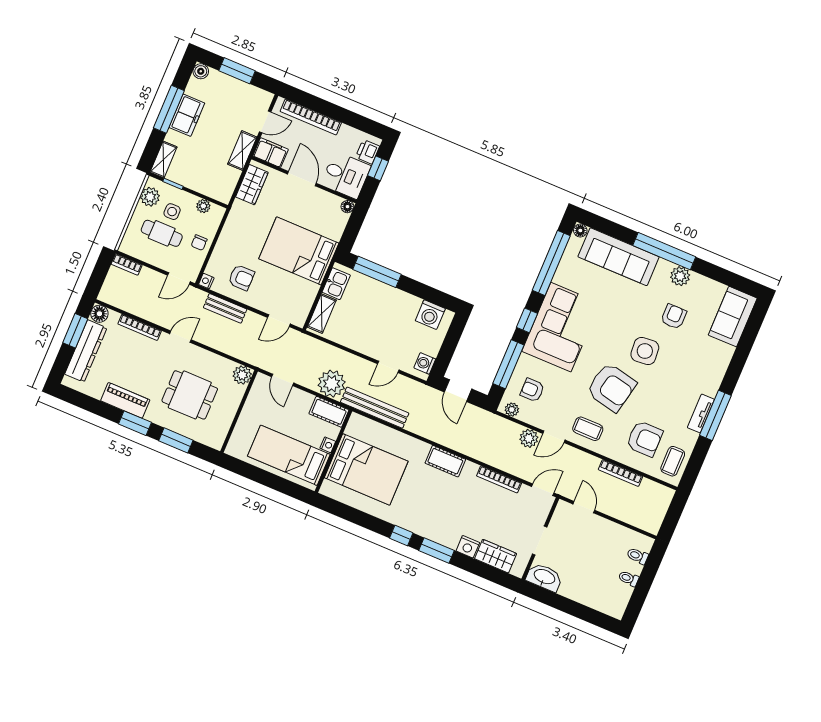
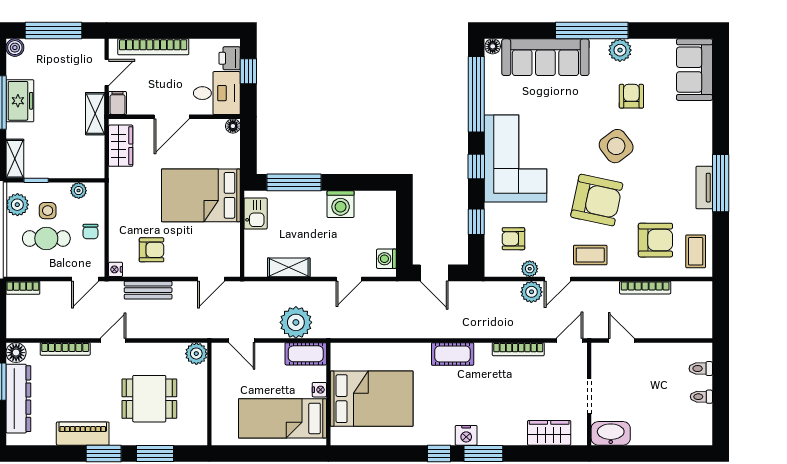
window: (237, 71) -> (53, 31), width x1.44
filing cabinet: (271, 153) -> (117, 103), width x0.50
door: (302, 179) -> (172, 117), swing flipped
shelving: (322, 314) -> (289, 267), moved, turned 90
washing machine: (430, 315) -> (341, 204), moved
side table: (645, 351) -> (616, 146), turned -32
window: (508, 364) -> (476, 222), width x0.46
bench: (375, 408) -> (353, 329), removed
plant: (512, 409) -> (530, 269), moved
nightstand: (468, 547) -> (466, 435), moved

